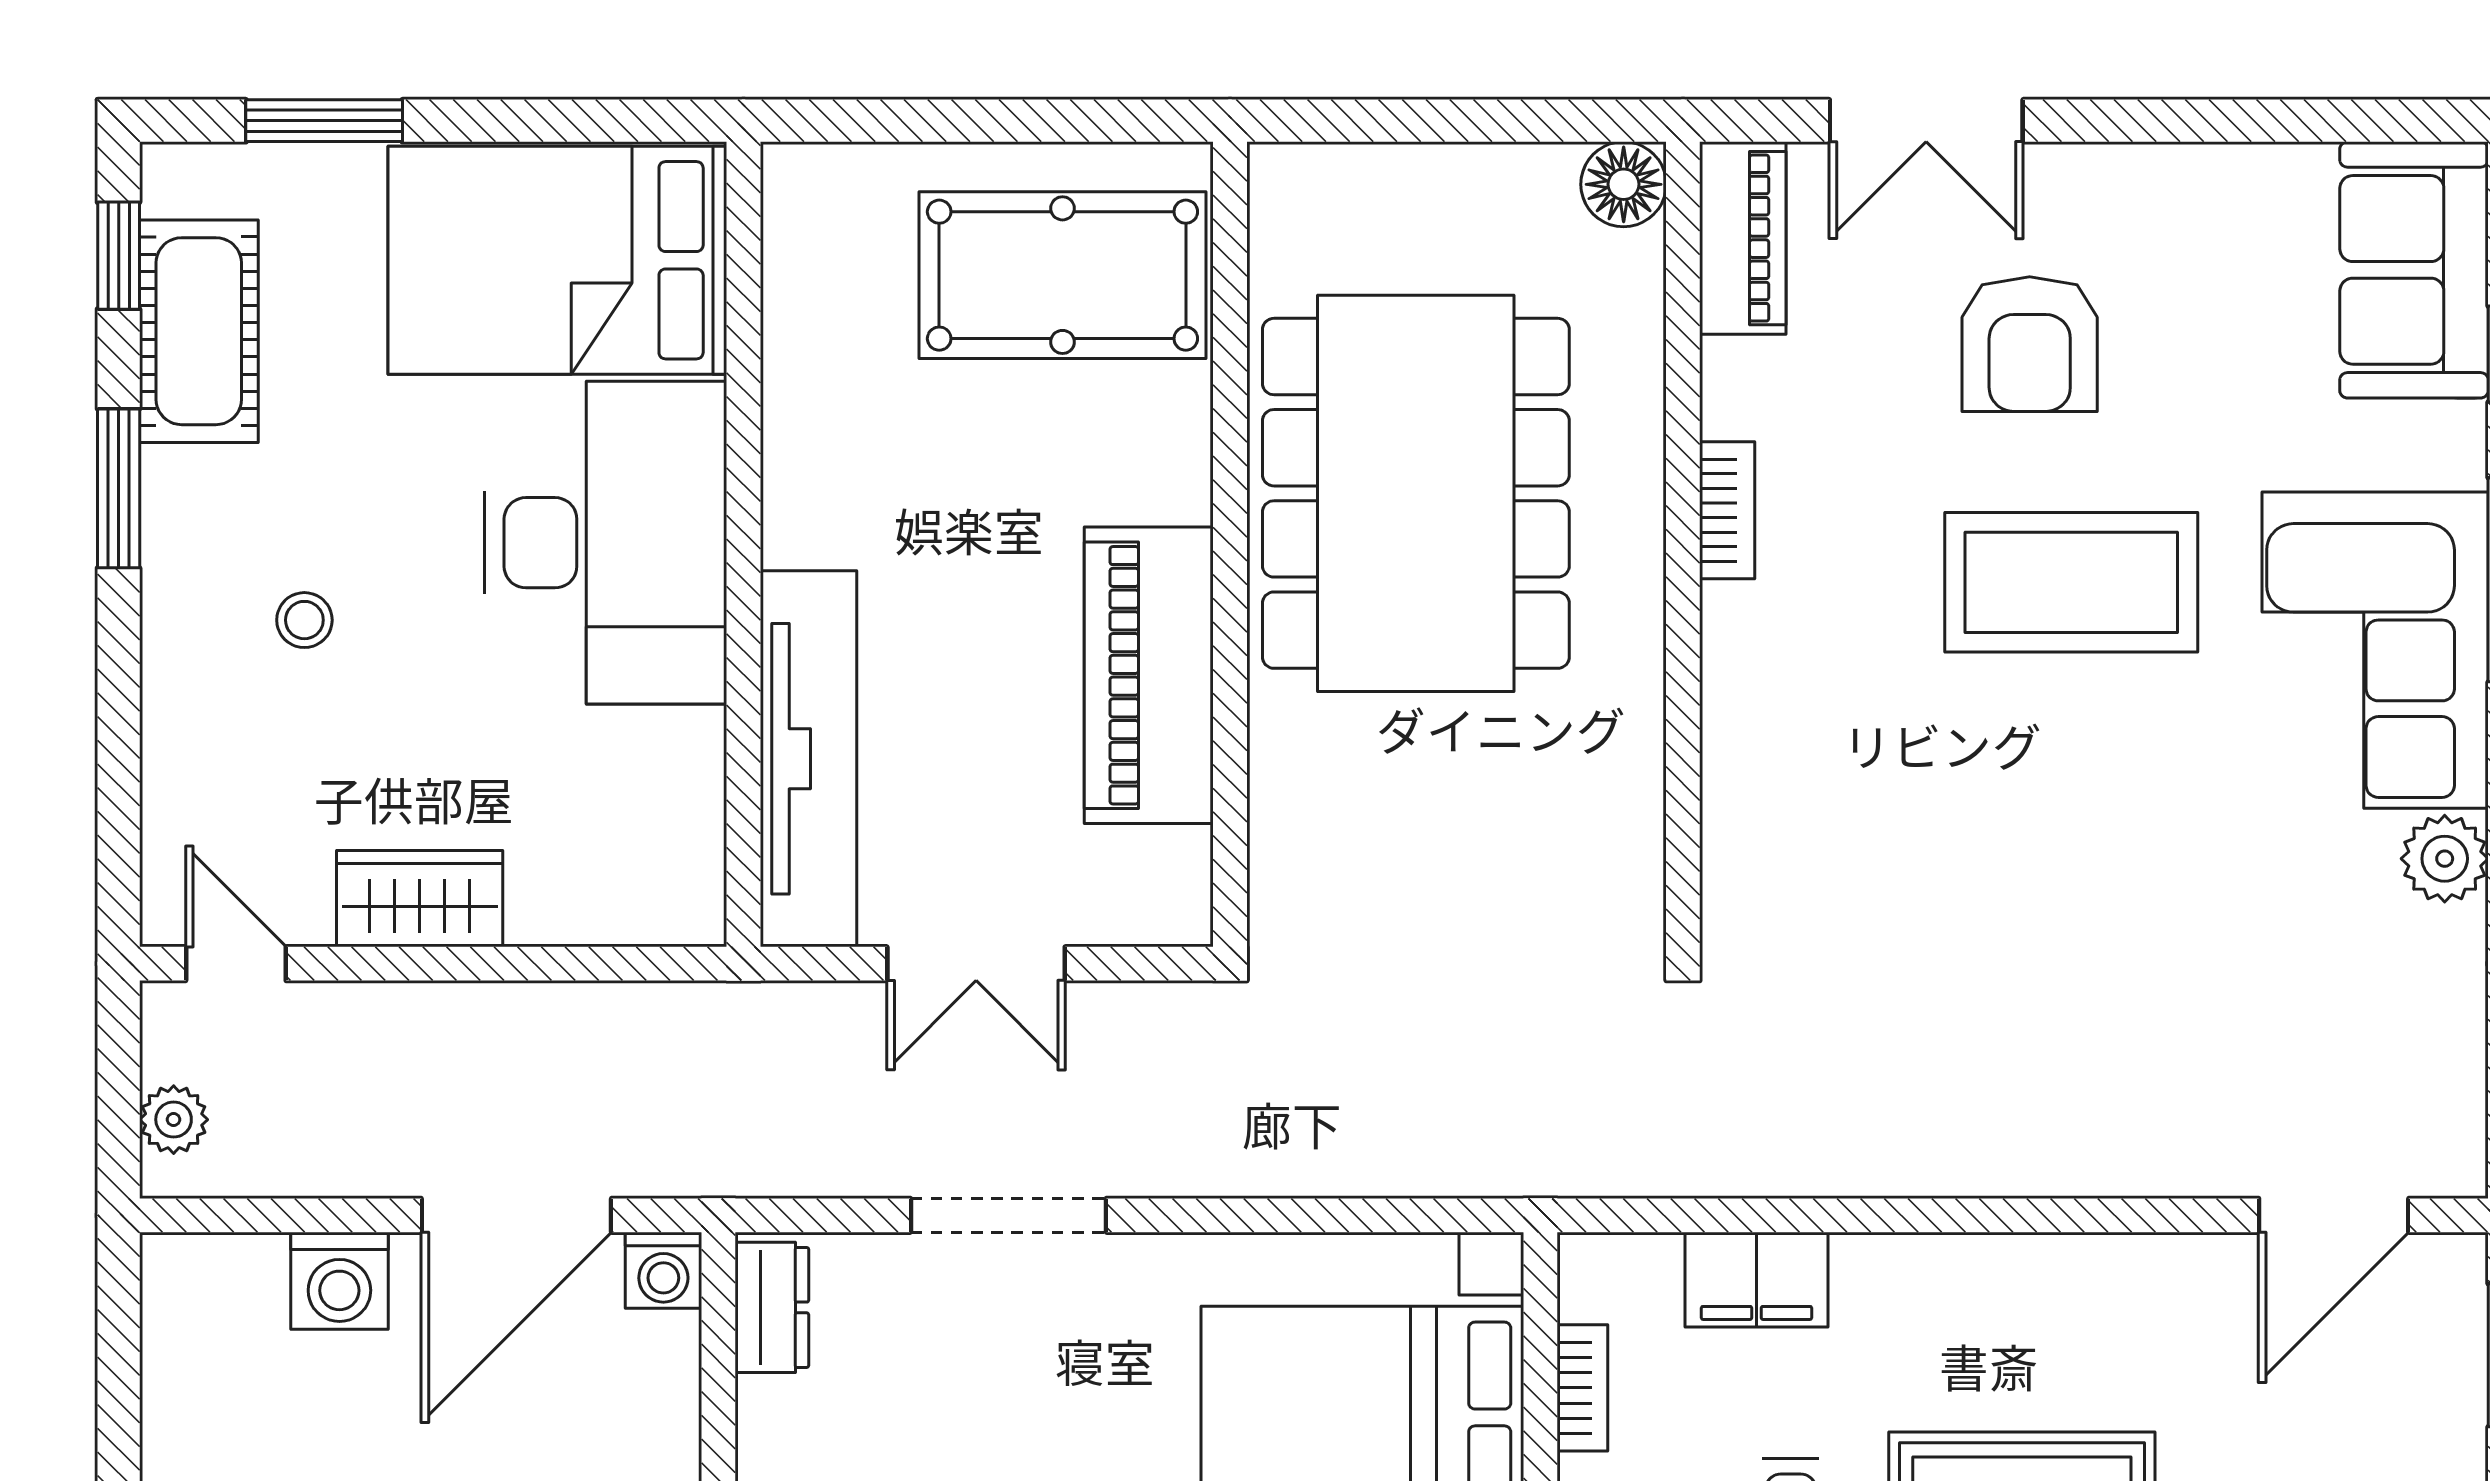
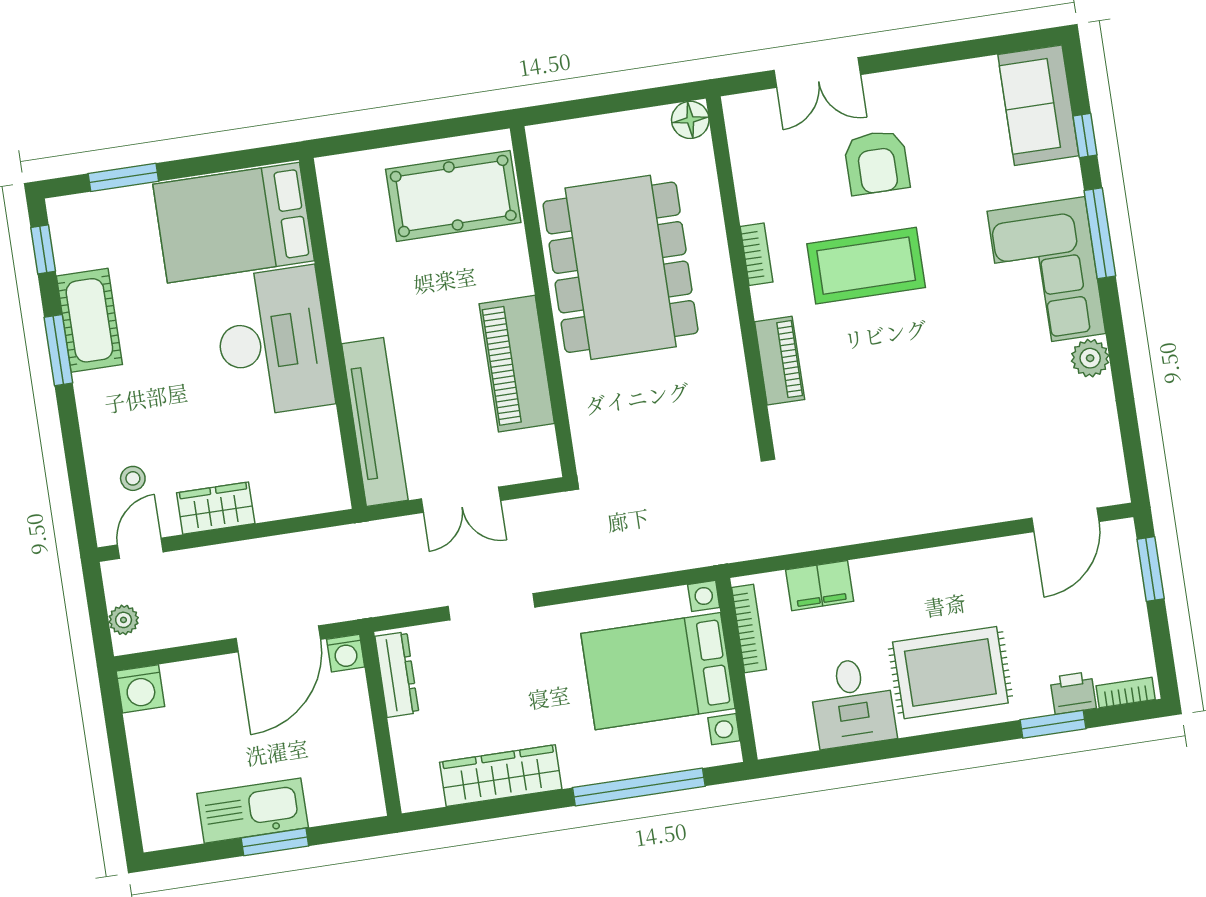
piano: (1743, 238) -> (780, 361), moved
cot: (199, 331) -> (89, 320), moved
coffee table: (2071, 582) -> (866, 266), moved
stool: (304, 620) -> (133, 478), moved
door: (236, 964) -> (140, 548), hinge flipped
washing machine: (339, 1281) -> (140, 689), moved
dresser: (772, 1307) -> (397, 674), width x1.44
bookcase: (1582, 1388) -> (749, 628), width x1.56

